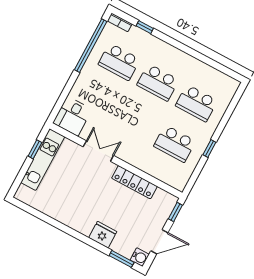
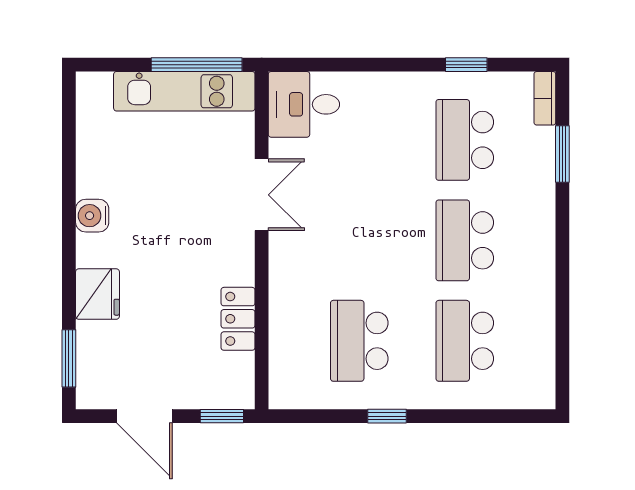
window: (145, 27) -> (562, 154), width x1.50
window: (91, 46) -> (466, 65), width x0.32
window: (35, 149) -> (197, 65), width x2.17
locker: (134, 182) -> (238, 319), width x0.66
water cooler: (140, 257) -> (92, 216), moved, turned 90

